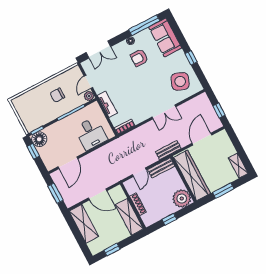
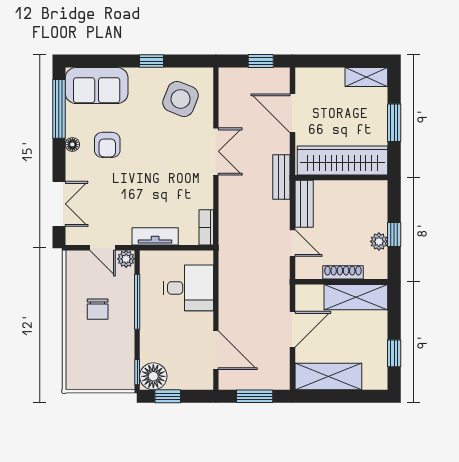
plant: (182, 199) -> (379, 241), moved, width x0.53, depth x0.53

